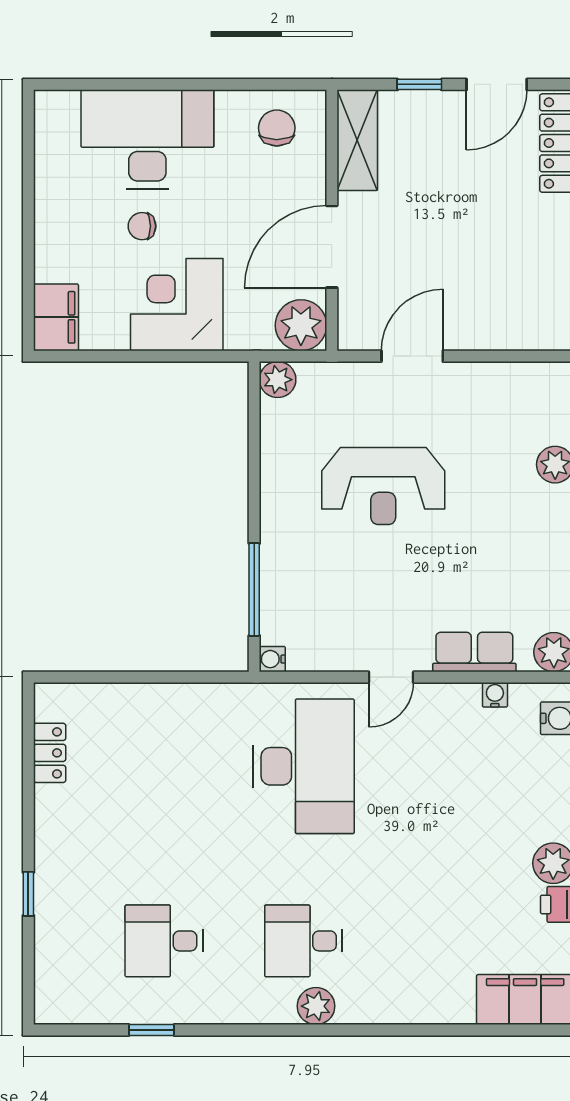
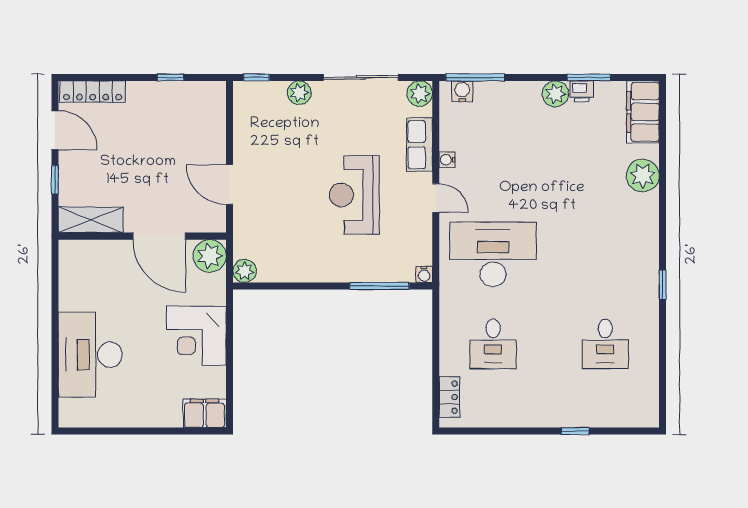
chair: (277, 128) -> (83, 272), removed
chair: (142, 226) -> (146, 358), removed
reception desk: (383, 486) -> (354, 195), moved, turned 180
water cooler: (495, 695) -> (447, 160), moved
locker: (50, 753) -> (449, 397), moved, turned 90
desk: (304, 941) -> (493, 344), moved
plant: (316, 1006) -> (643, 176), moved, width x1.36, depth x1.36
window: (151, 1030) -> (662, 285), moved

